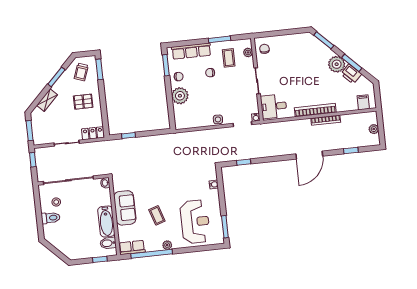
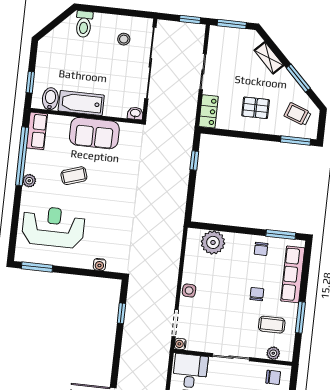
plant: (180, 96) -> (213, 242), moved
pallet: (83, 102) -> (256, 108), turned 90
toilet: (51, 218) -> (84, 24), moved
reception desk: (195, 222) -> (53, 227), turned 180

